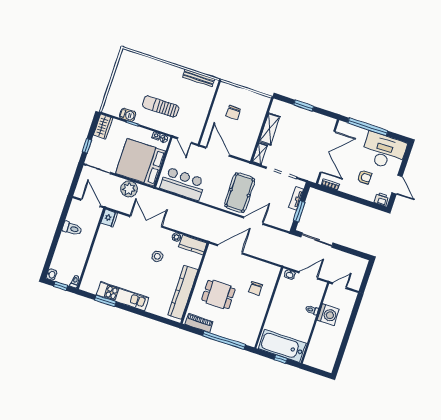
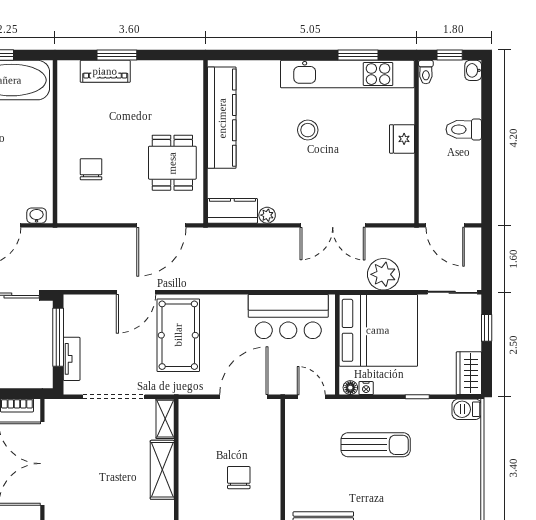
barbecue: (128, 115) -> (467, 409), moved
door: (218, 152) -> (244, 397), swing flipped
window: (299, 211) -> (58, 337), width x1.44
fridge: (109, 218) -> (402, 139), moved
toilet: (72, 228) -> (464, 129), moved
stool: (157, 256) -> (308, 130), moved
dining table: (218, 294) -> (172, 163), moved, turned 90
kitchen unit: (123, 296) -> (347, 74), width x1.36
piano: (199, 323) -> (105, 71), moved
window: (224, 340) -> (117, 55), width x0.47

